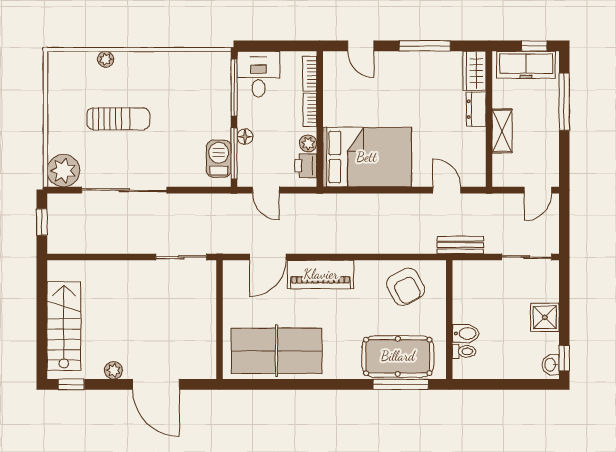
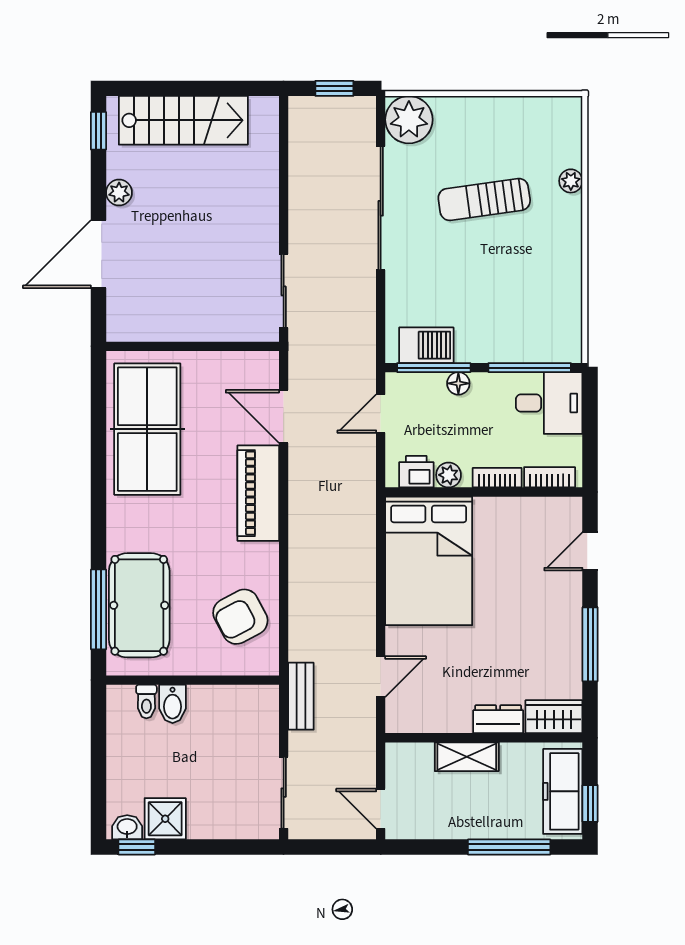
sun lounger: (118, 119) -> (484, 199), turned 82
shower: (545, 317) -> (165, 819), moved

